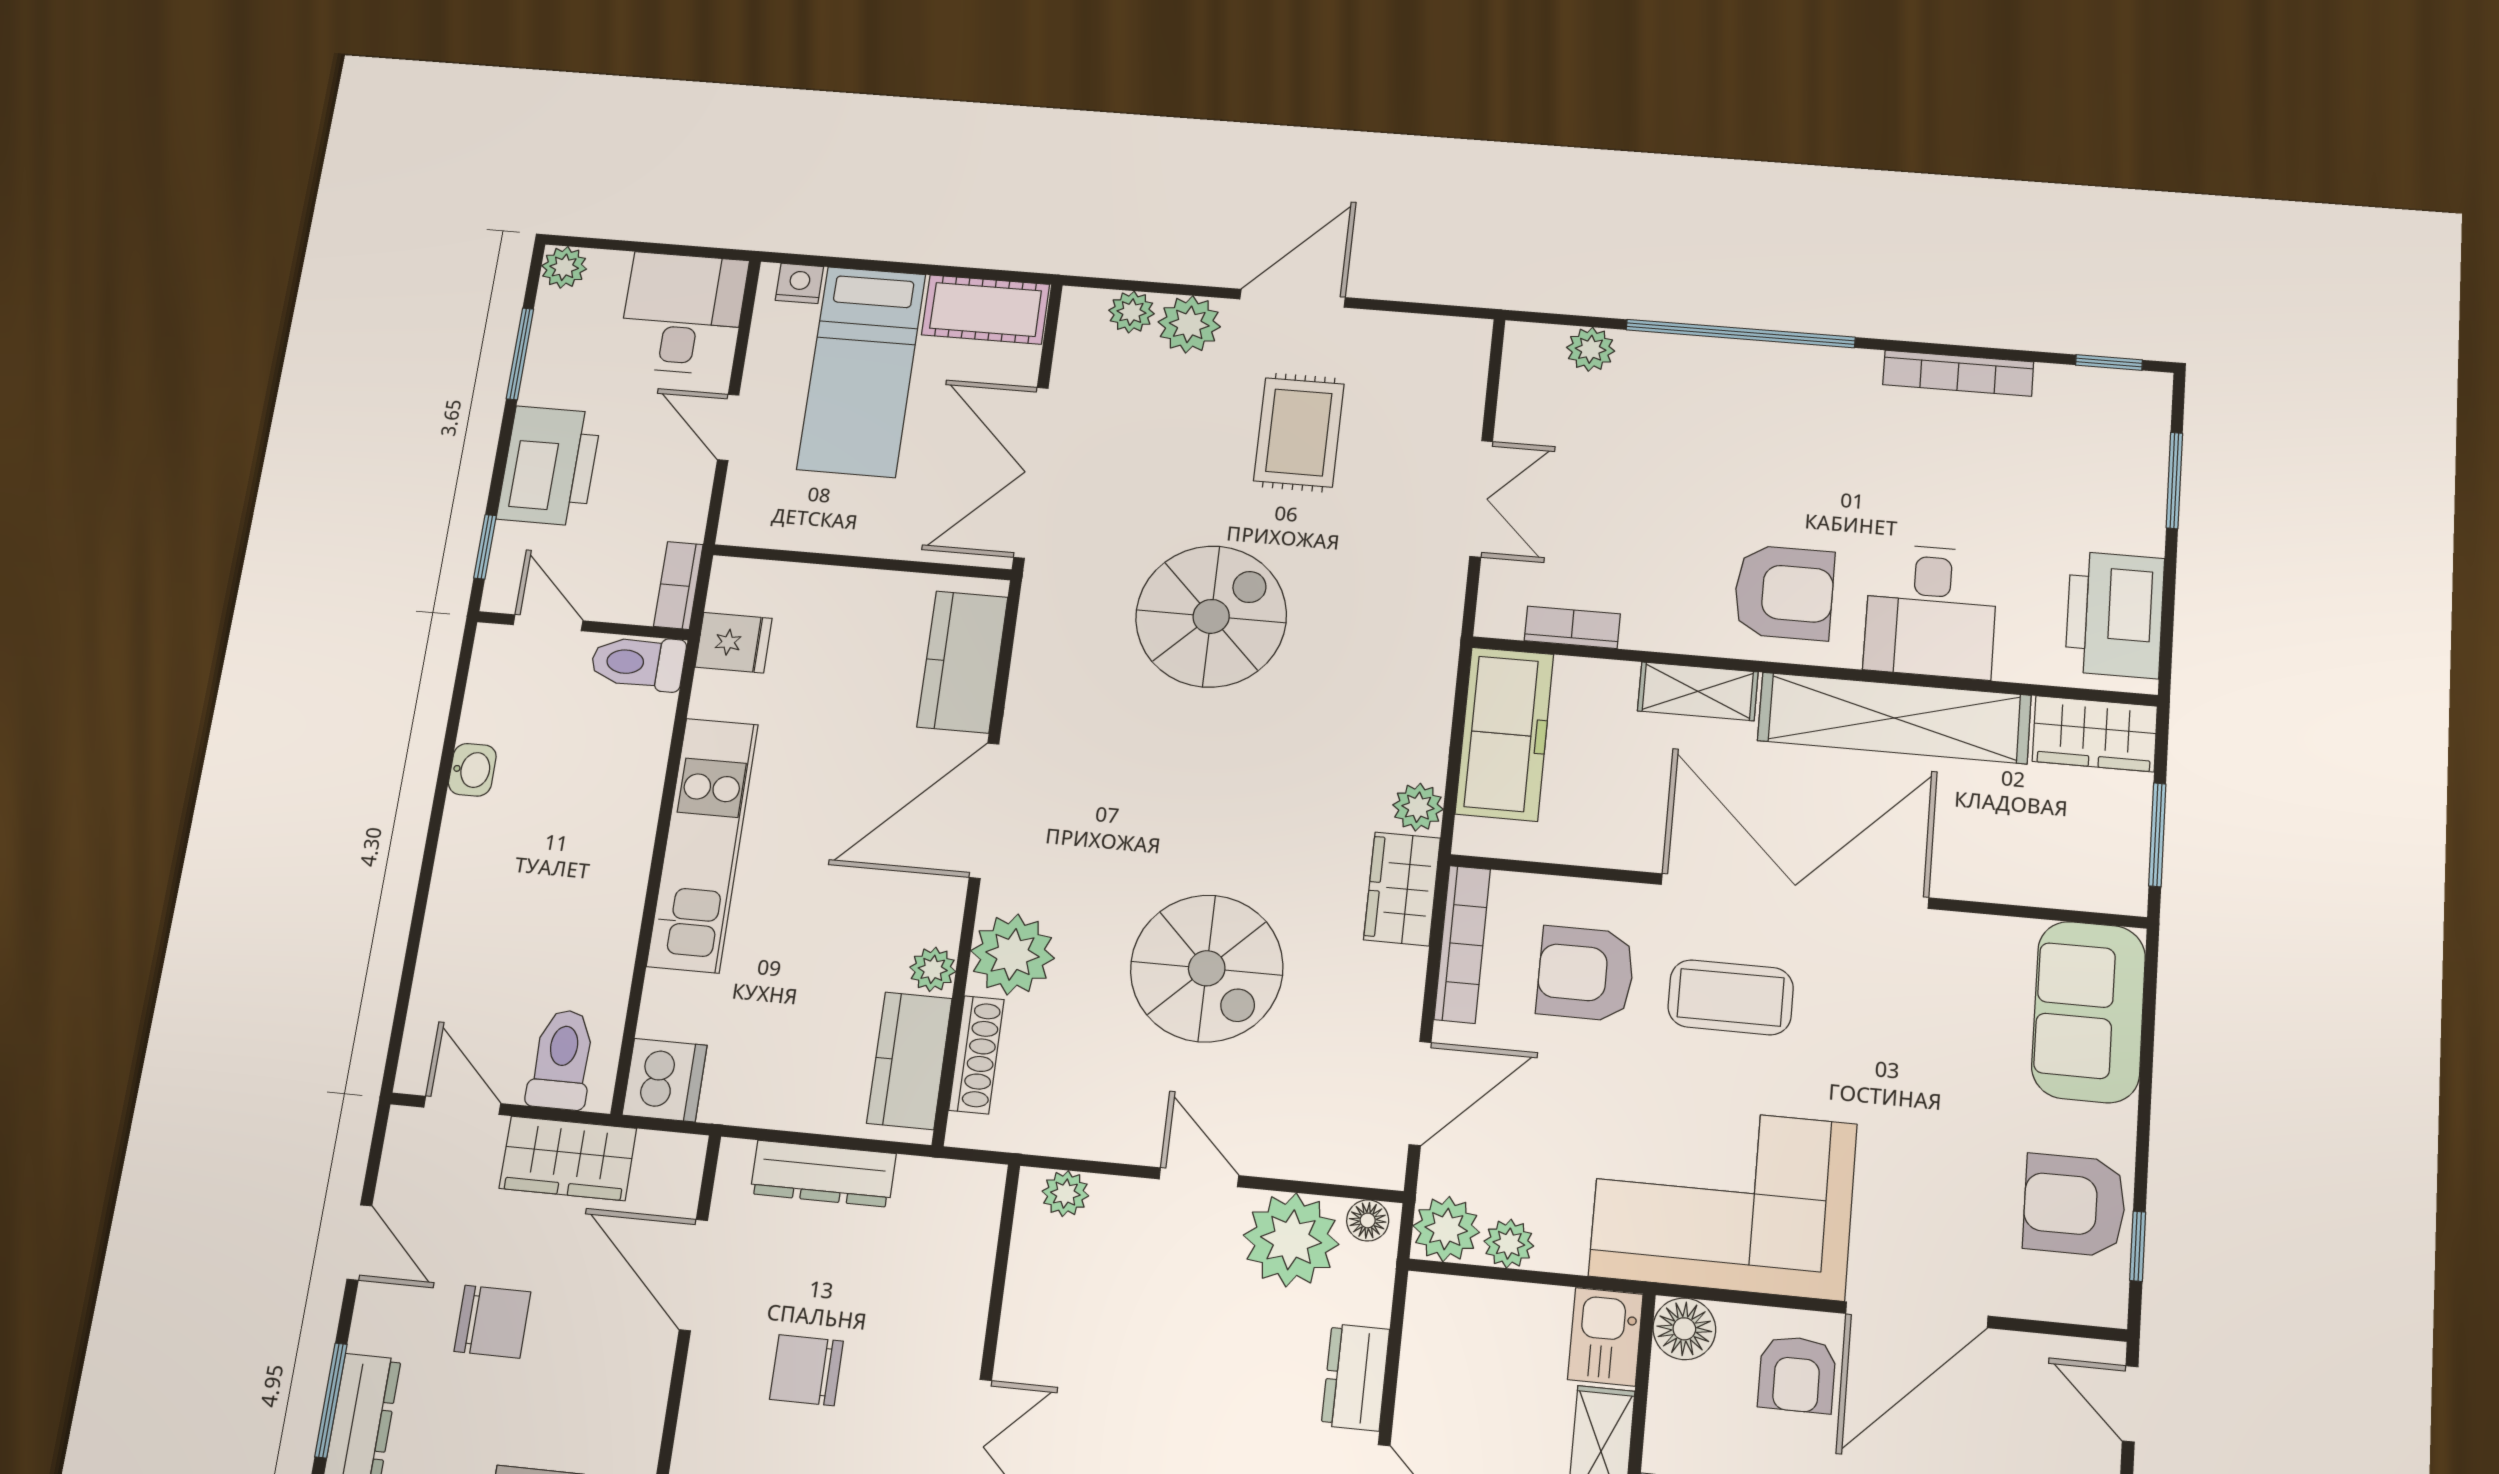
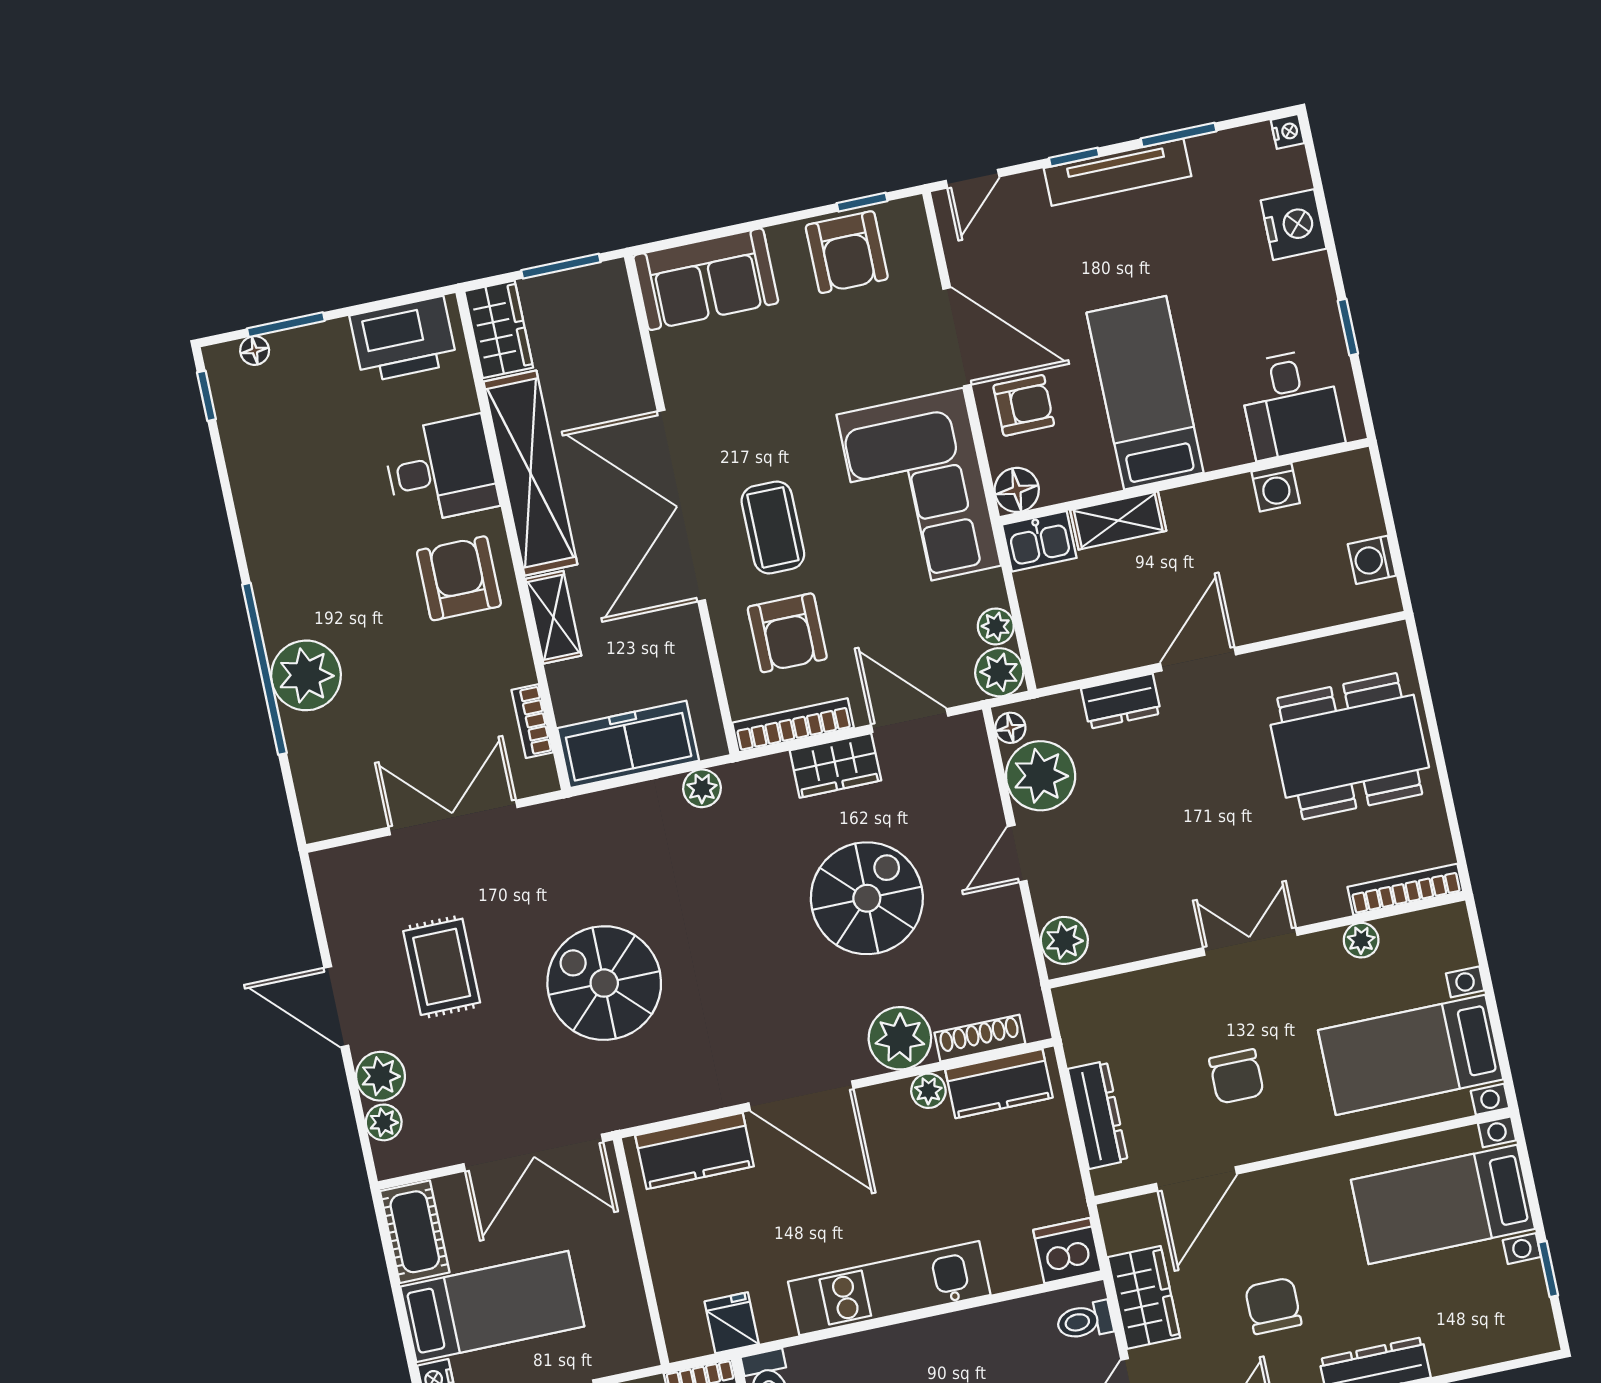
plant: (1591, 349) -> (306, 675), moved, width x1.87, depth x1.87
bookcase: (1958, 373) -> (248, 502), removed
rug: (1299, 432) -> (442, 967), turned 90
floor lamp: (2151, 435) -> (255, 351), added
double door: (1481, 499) -> (453, 817), width x1.37
wardrobe: (1402, 889) -> (835, 765), moved
toilet: (562, 1059) -> (1085, 1321), width x0.73, depth x0.72
plant: (1065, 1194) -> (1064, 940), width x1.38, depth x1.38

